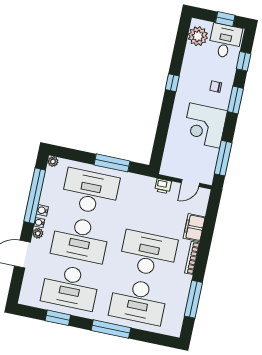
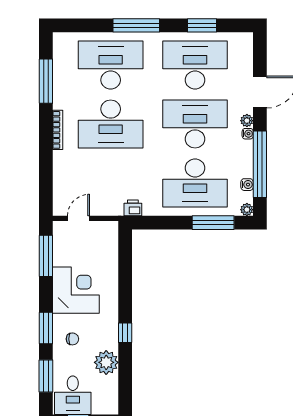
plant: (198, 36) -> (106, 362), moved
window: (244, 61) -> (46, 376), width x1.50
window: (112, 163) -> (213, 223), moved
printer: (163, 186) -> (133, 208), moved
water cooler: (42, 210) -> (247, 185), moved
filing cabinet: (194, 228) -> (63, 167), removed

